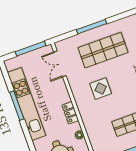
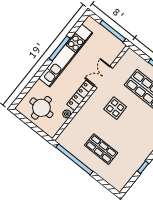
double door: (60, 64) -> (103, 77), moved
locker: (70, 113) -> (80, 96), width x1.53

